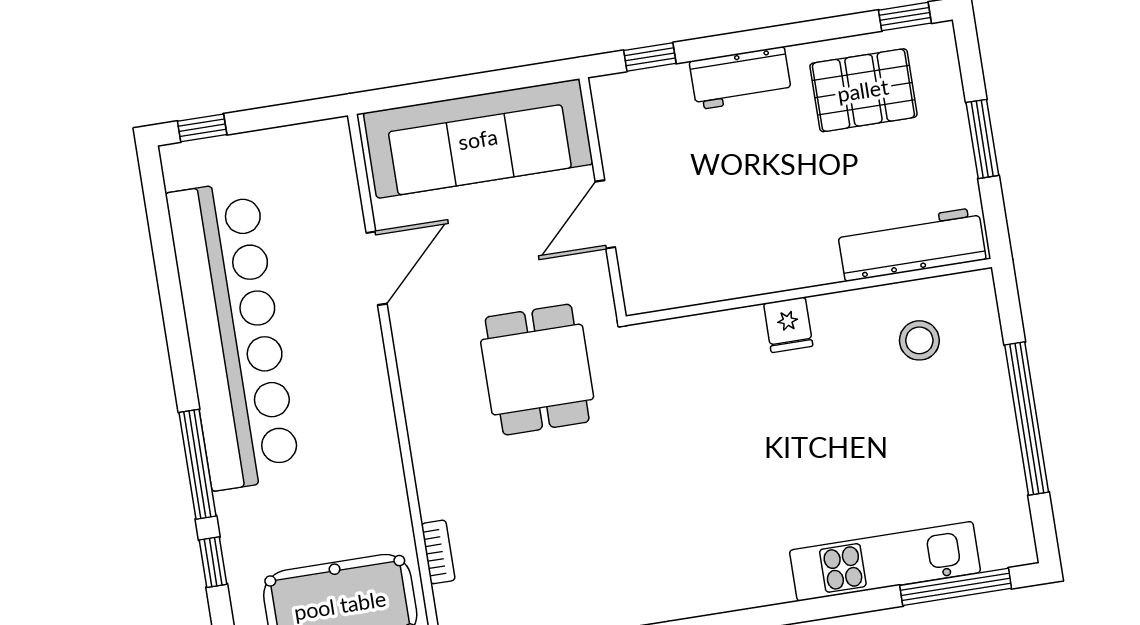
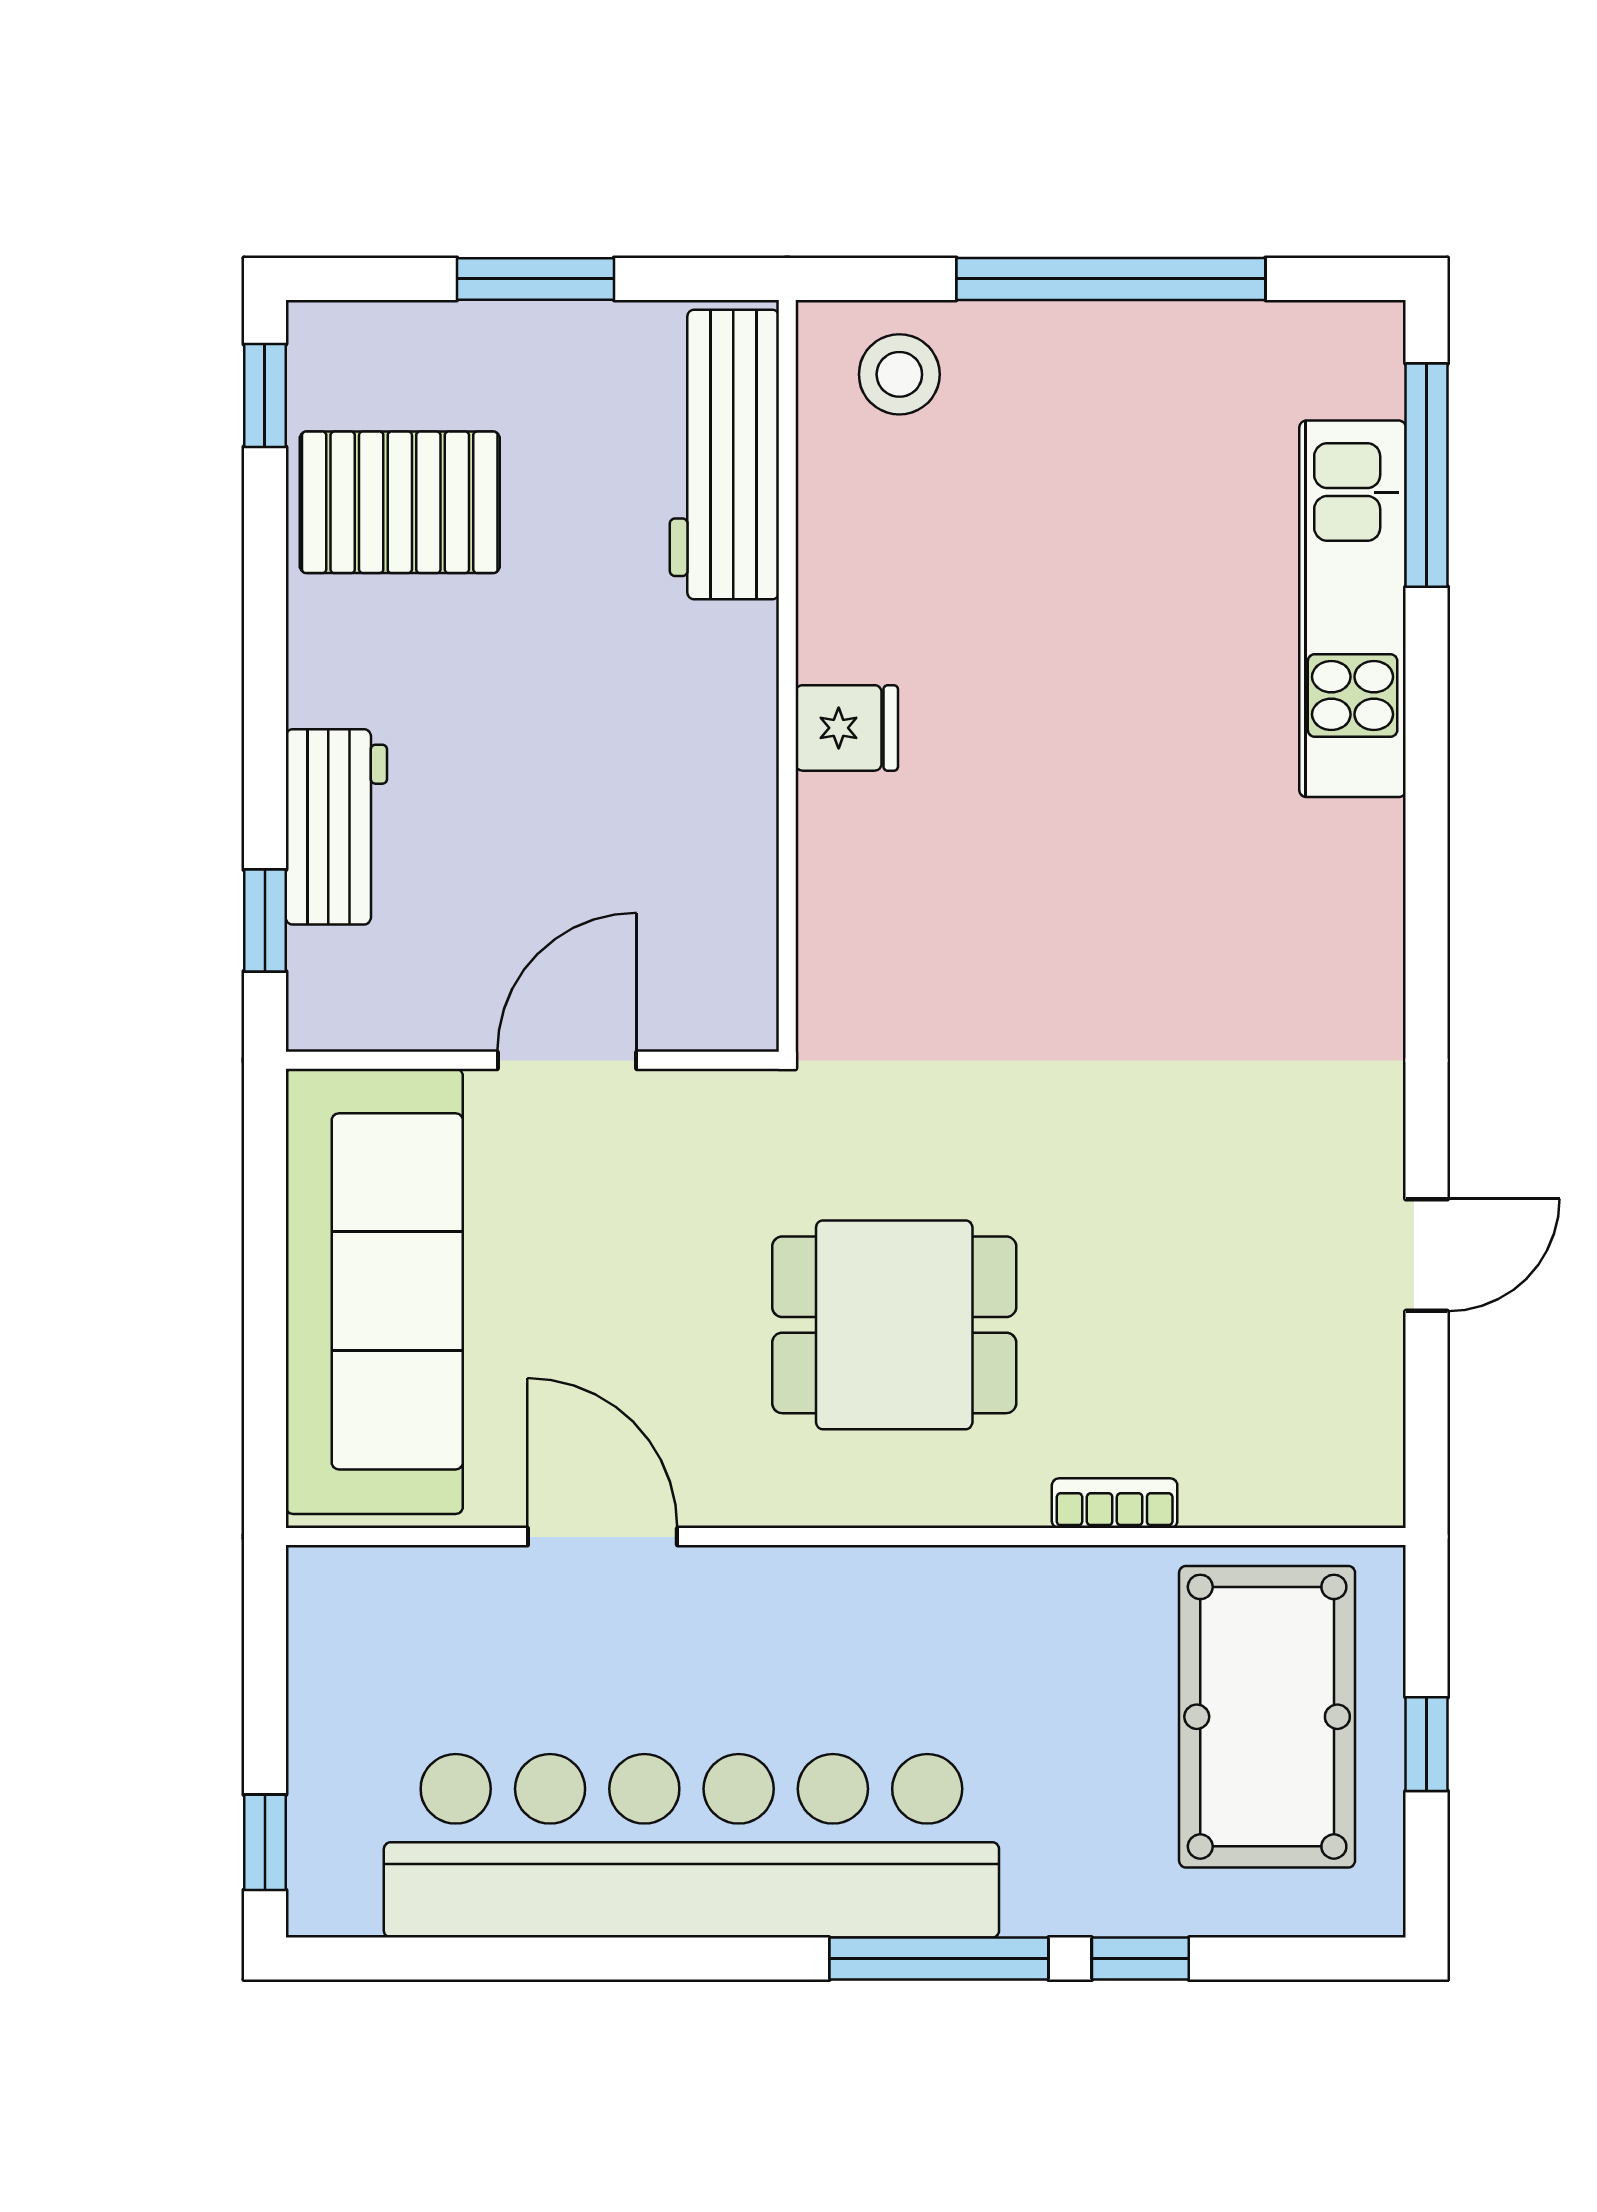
workbench: (740, 78) -> (336, 827), moved
pallet: (863, 90) -> (400, 502), turned 90
door: (605, 214) -> (567, 1060), swing flipped
stool: (919, 340) -> (899, 374), moved
dining table: (537, 370) -> (894, 1325), moved
bookcase: (438, 552) -> (1115, 1503), moved

